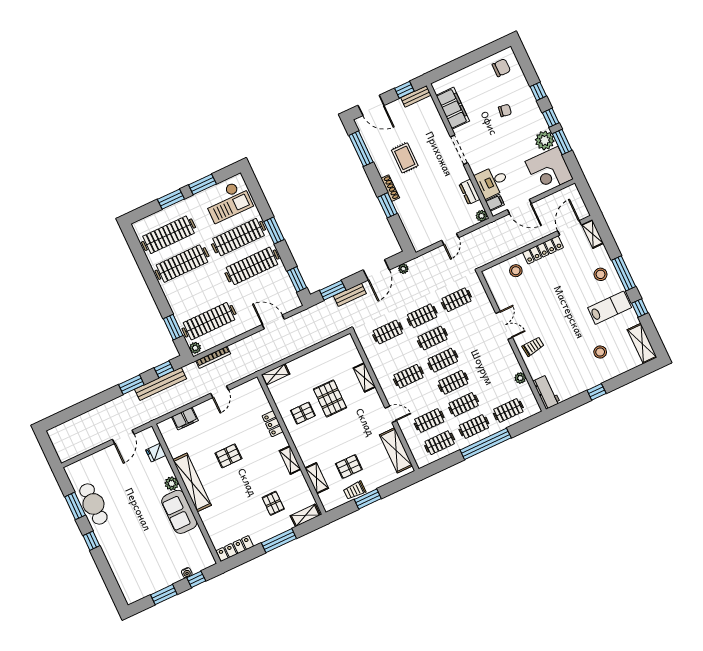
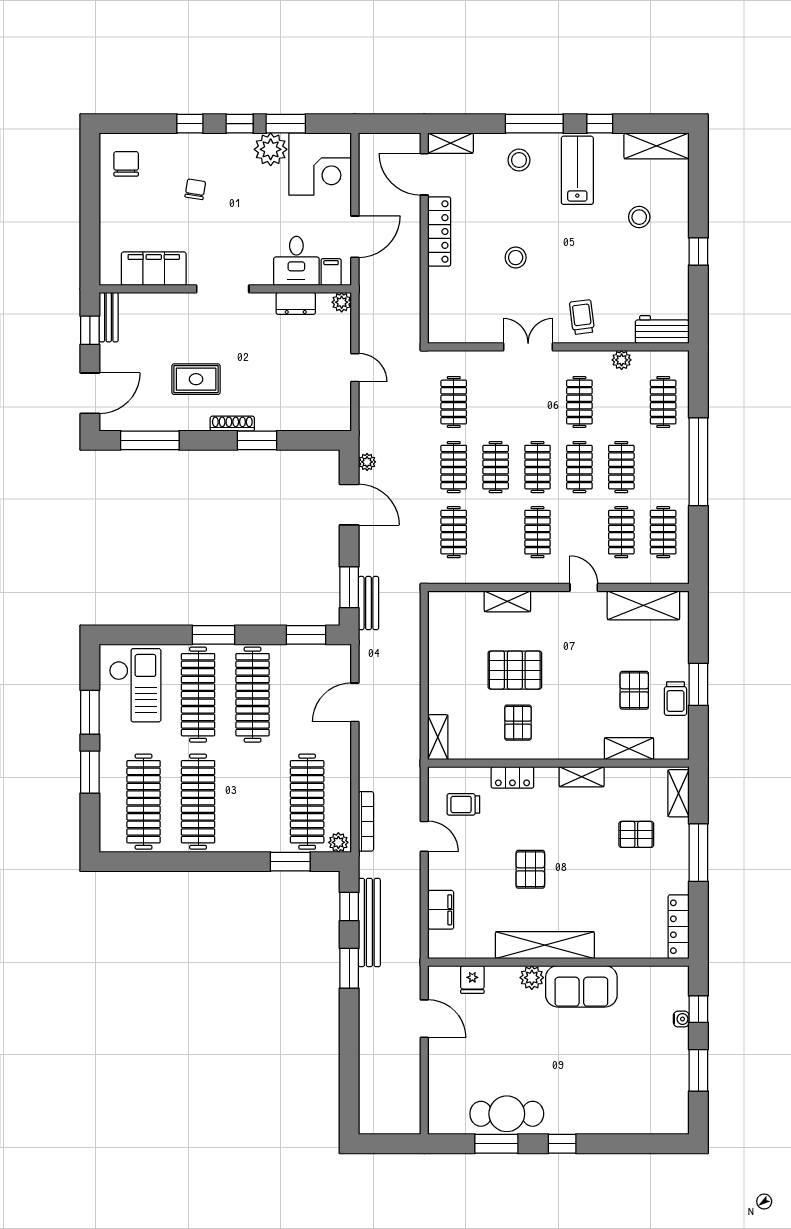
stool: (516, 271) -> (516, 258), moved
bench: (350, 295) -> (368, 603), moved
trolley: (246, 404) -> (463, 804), added
door: (391, 414) -> (584, 587), hinge flipped
clothes rail: (474, 427) -> (579, 402), moved

